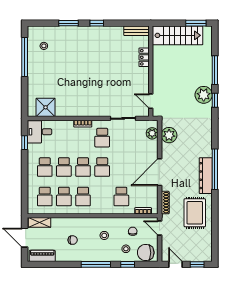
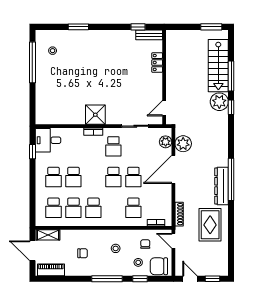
window: (97, 23) -> (138, 27), moved
stairs: (178, 35) -> (218, 66), moved, turned 90
door: (151, 101) -> (164, 108), hinge flipped
shower: (46, 107) -> (95, 115), moved
school desk: (83, 167) -> (133, 177), moved
door: (160, 172) -> (173, 169), moved

